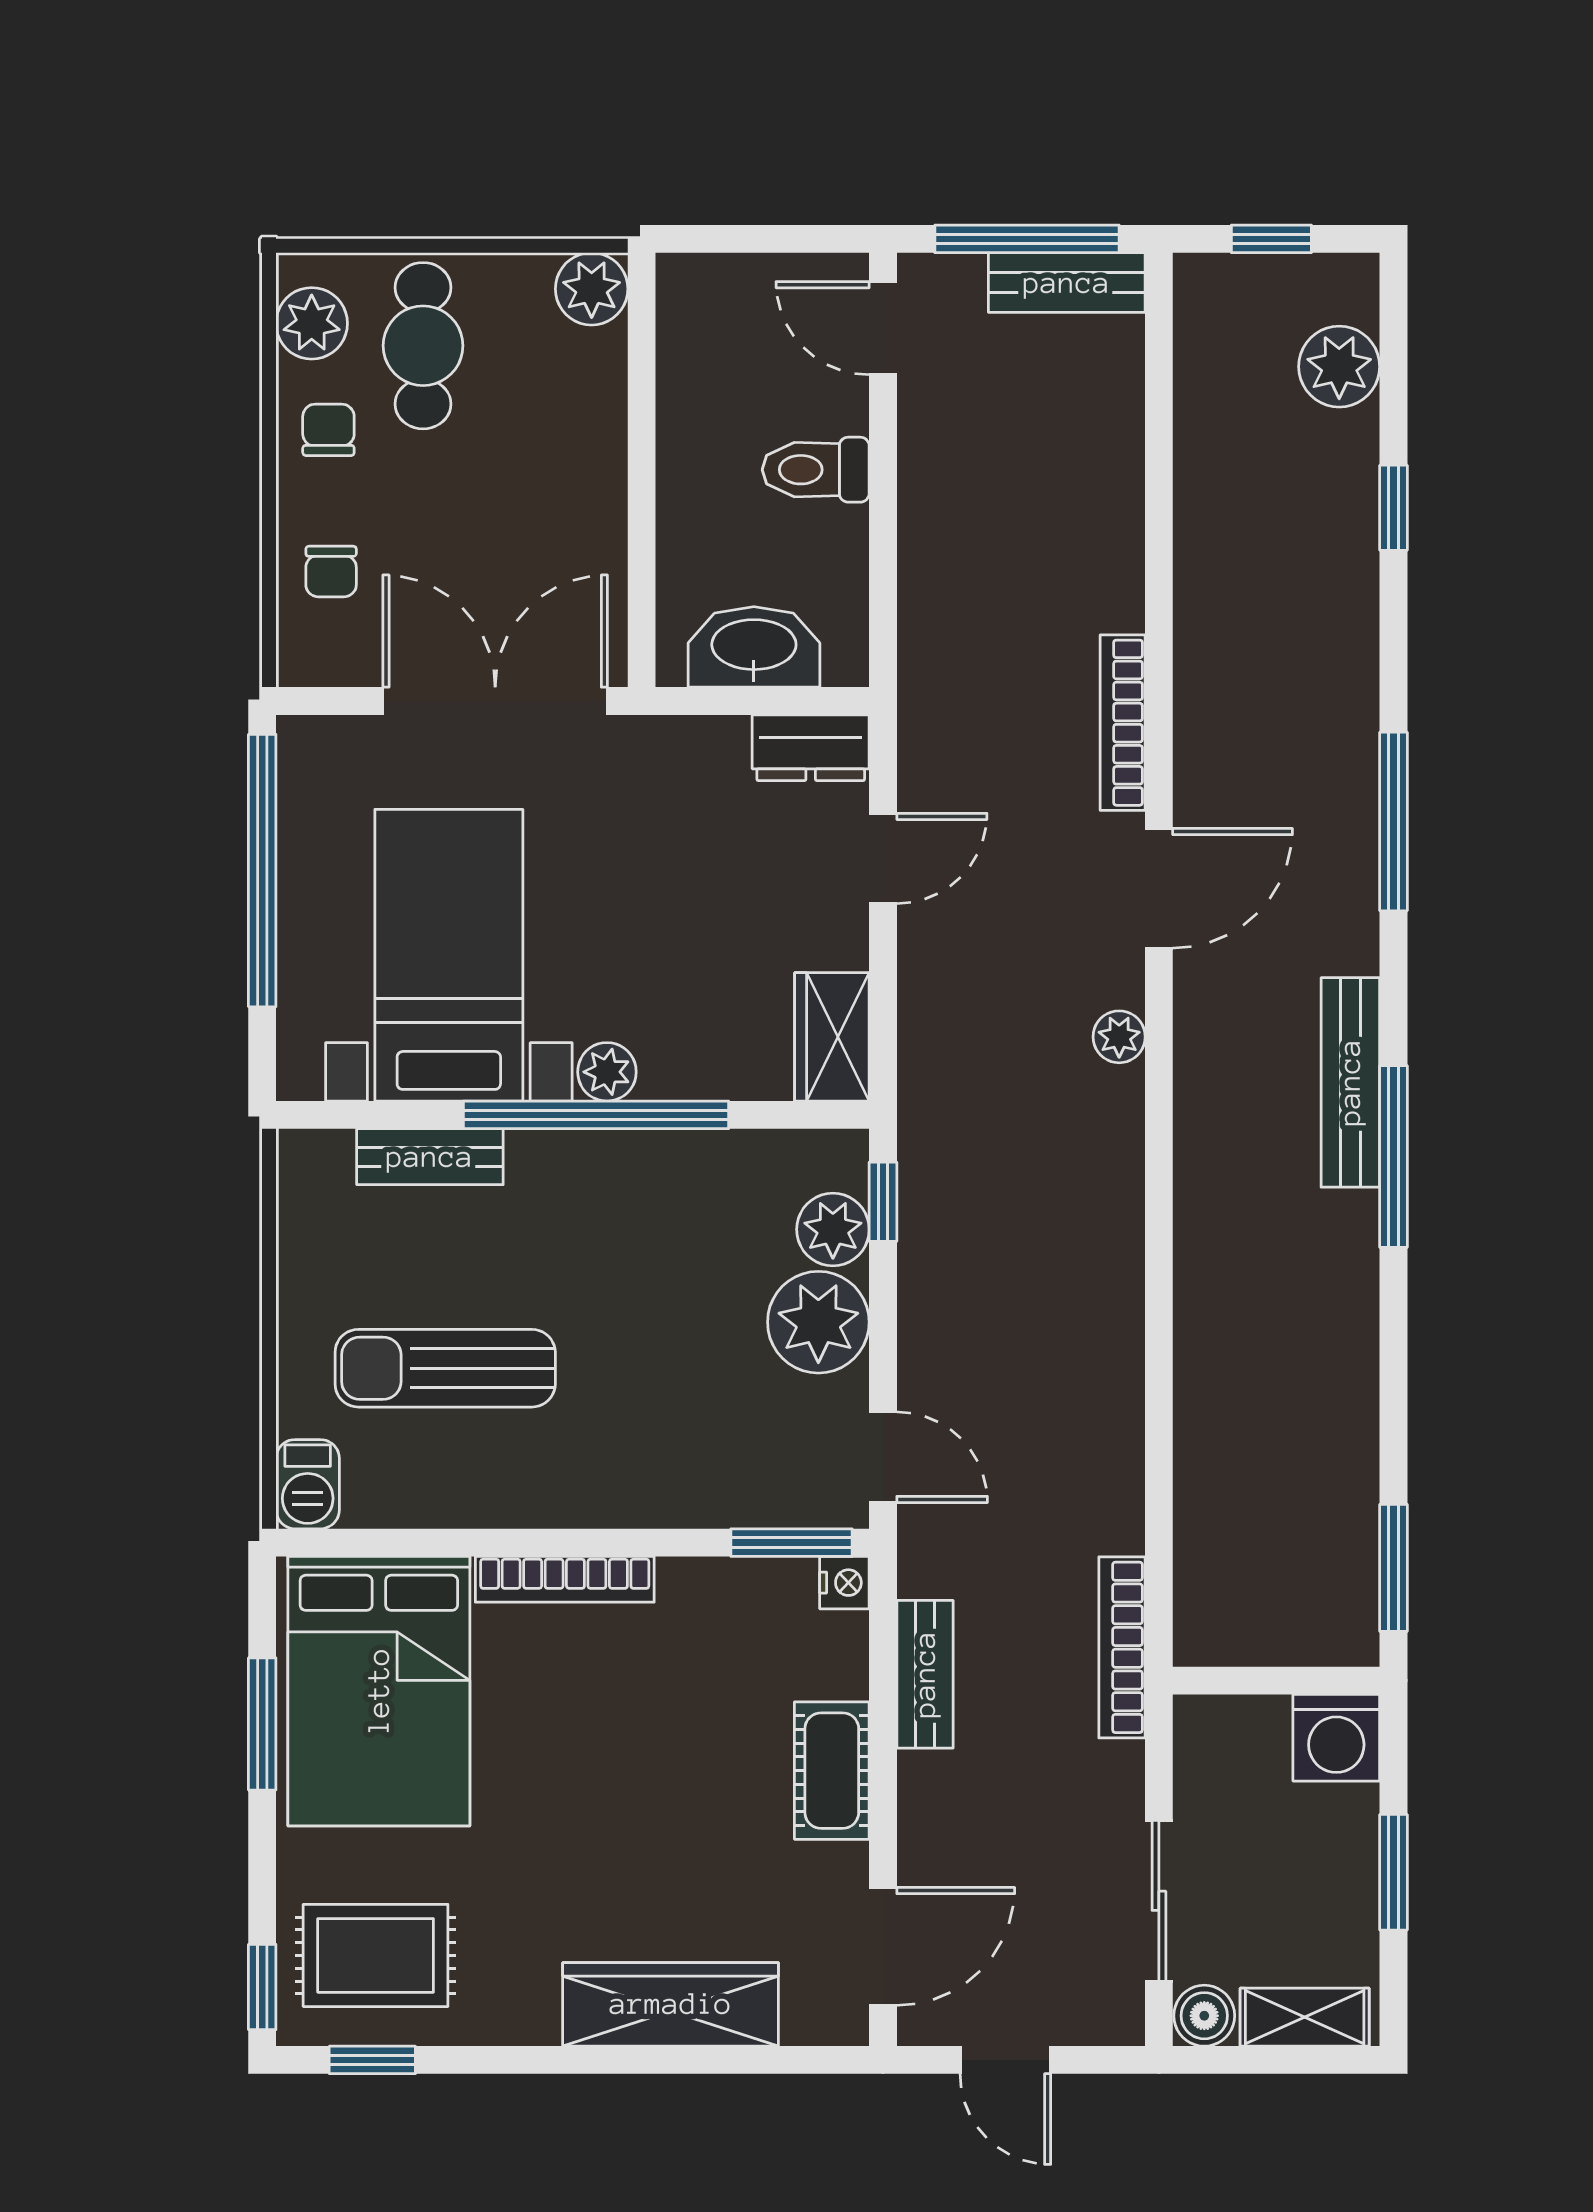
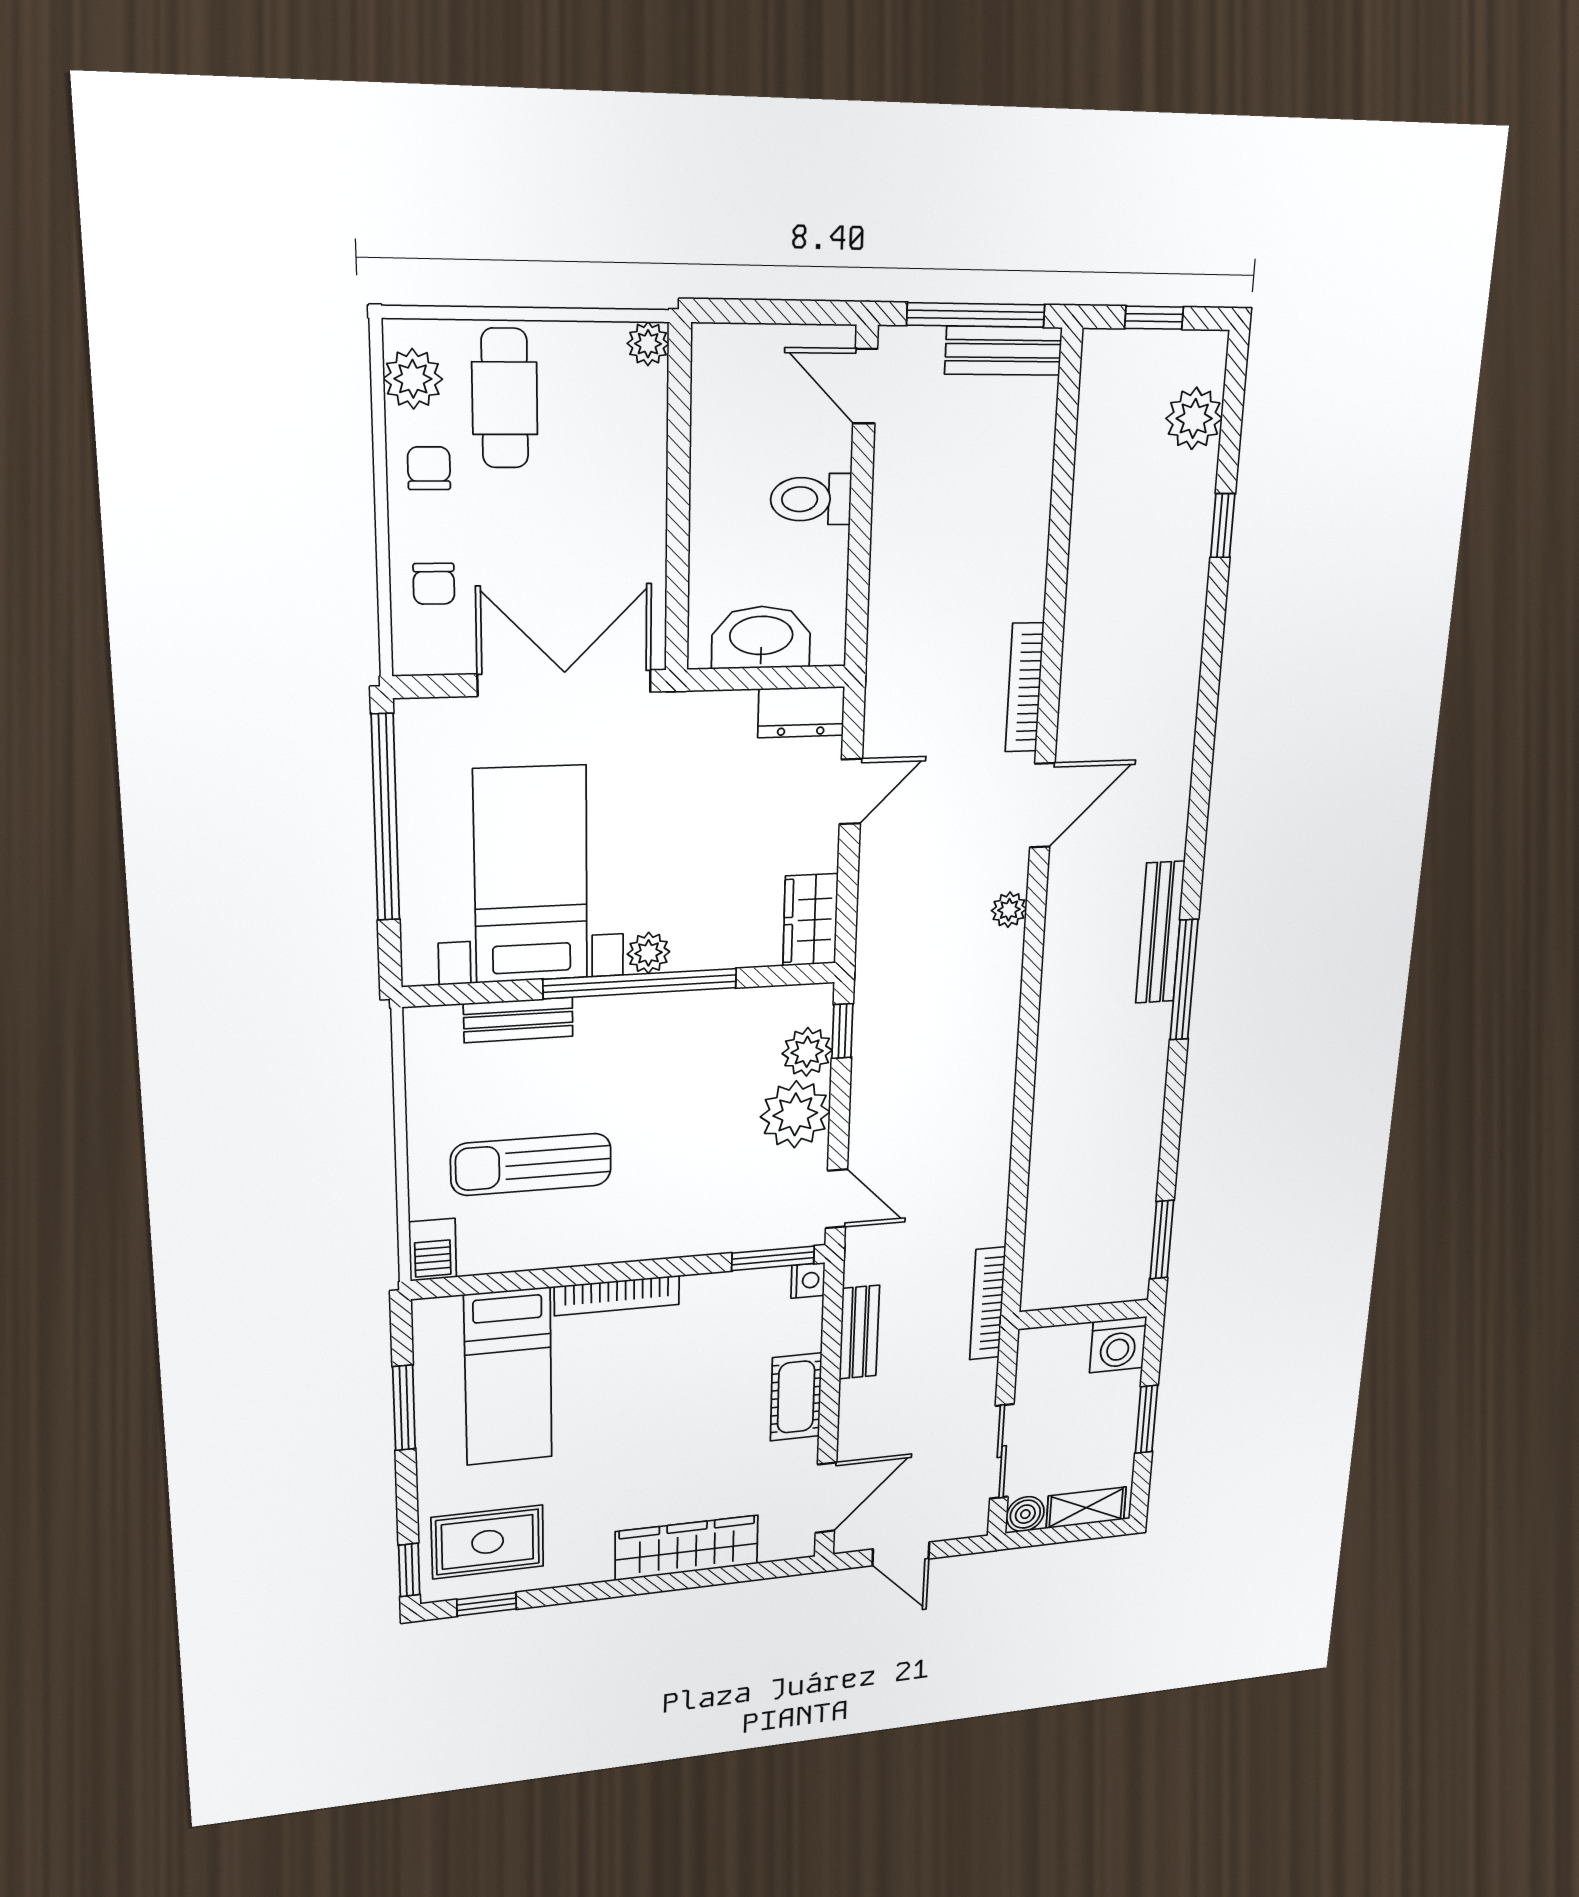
plant: (592, 289) -> (648, 344), width x0.73, depth x0.73
window: (1393, 821) -> (1203, 753), removed
bed: (379, 1691) -> (508, 1377), width x0.67

